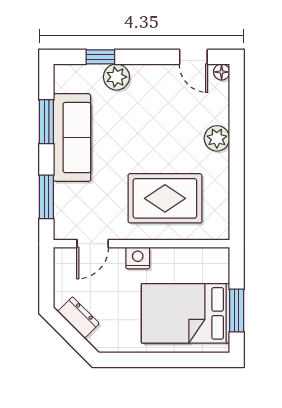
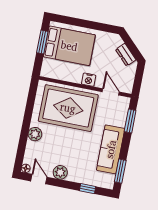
plant: (116, 77) -> (60, 172), moved
window: (46, 122) -> (120, 171), moved
rug: (165, 198) -> (68, 108), width x1.37, depth x1.44
door: (93, 244) -> (111, 92), hinge flipped

